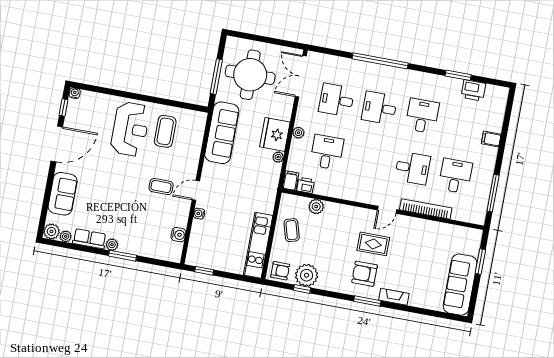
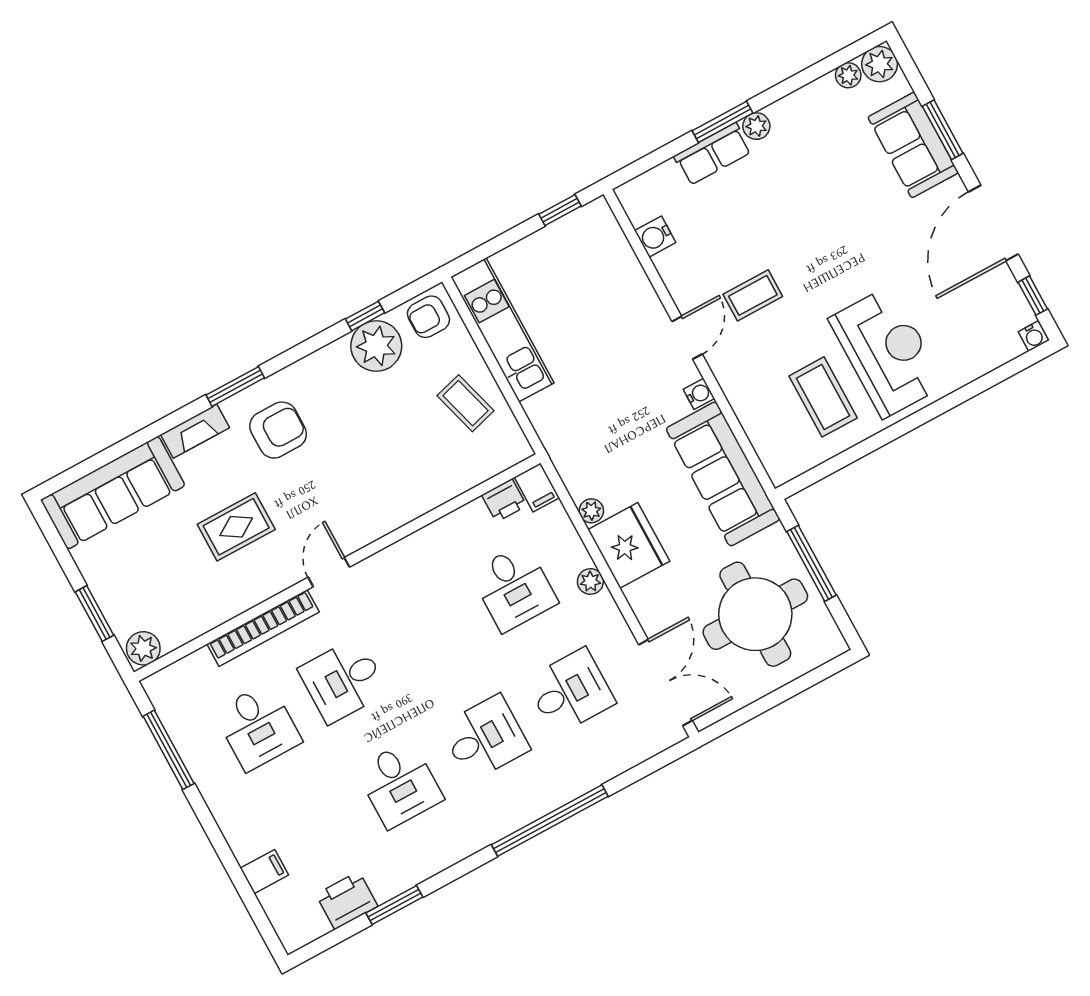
reception desk: (130, 129) -> (887, 352), turned 180
filing cabinet: (491, 139) -> (264, 872), moved
window: (48, 191) -> (943, 130), added
plant: (316, 207) -> (143, 648), moved
water cooler: (199, 214) -> (699, 394), moved
row of seats: (89, 239) -> (713, 154), moved
rug: (373, 244) -> (236, 527), moved
sofa: (460, 285) -> (113, 493), moved, turned 90

